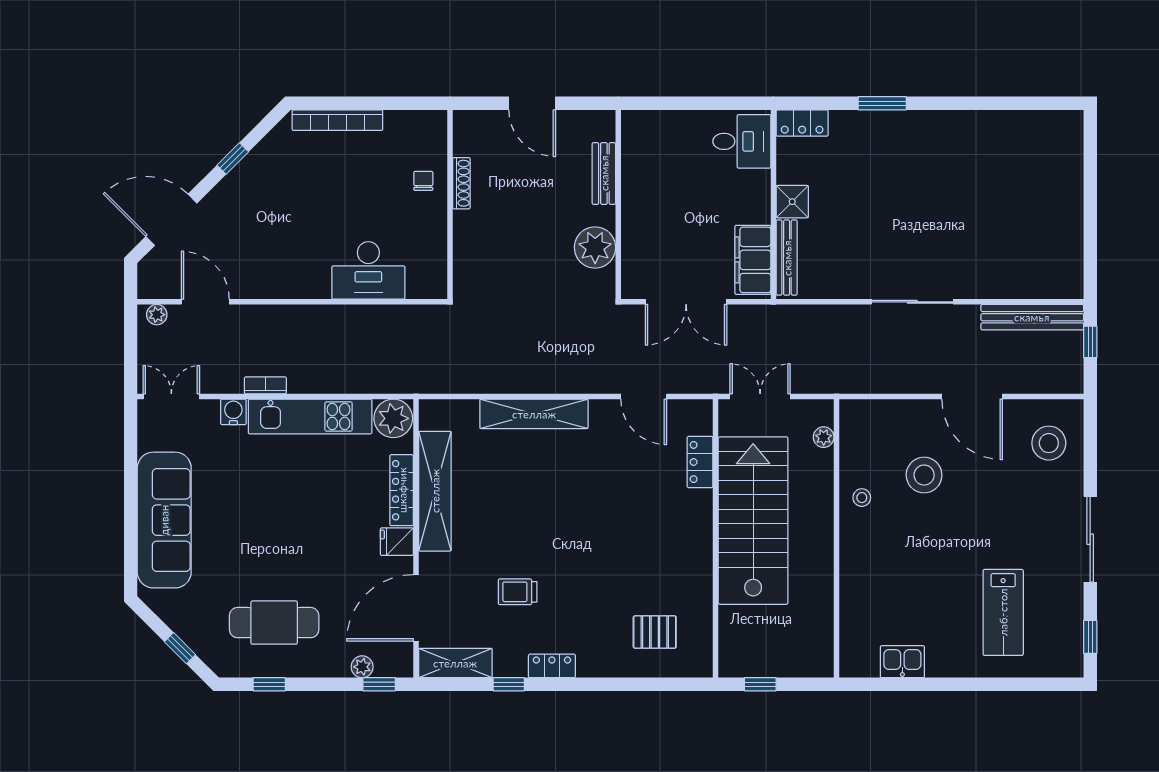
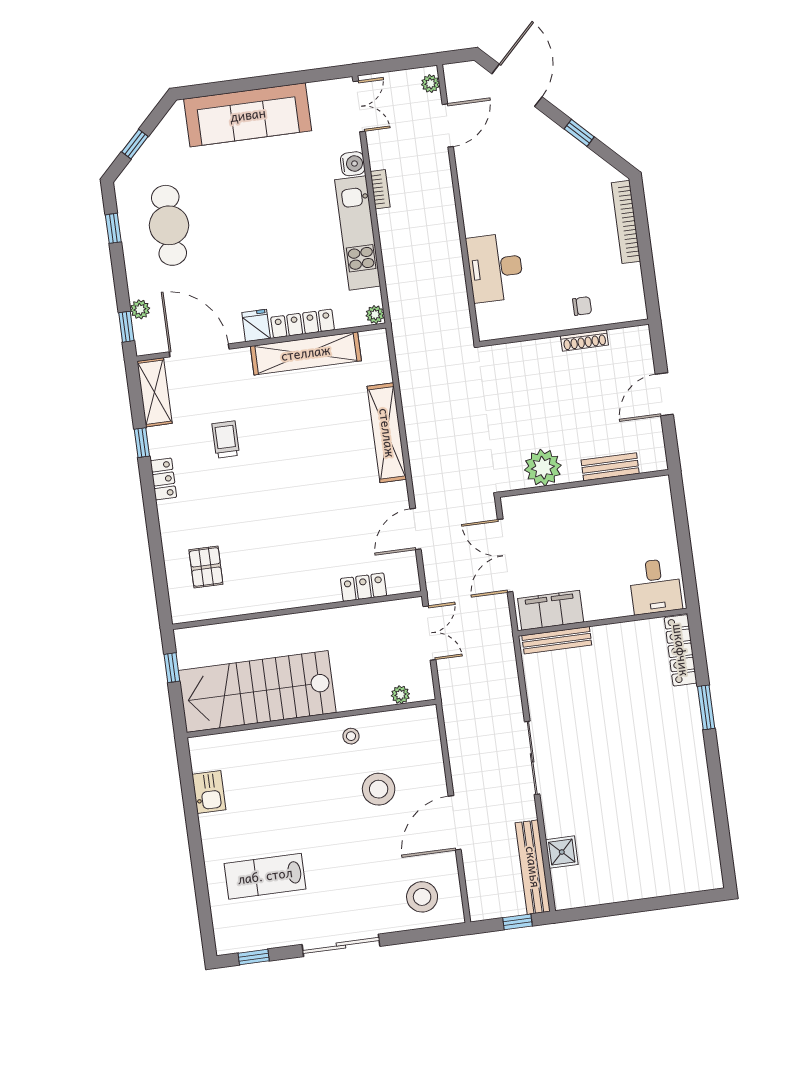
locker: (802, 123) -> (681, 650), width x1.53
shower: (792, 202) -> (562, 852), moved
plant: (393, 418) -> (375, 315), width x0.53, depth x0.53
stairs: (753, 521) -> (257, 692), moved, turned 180

